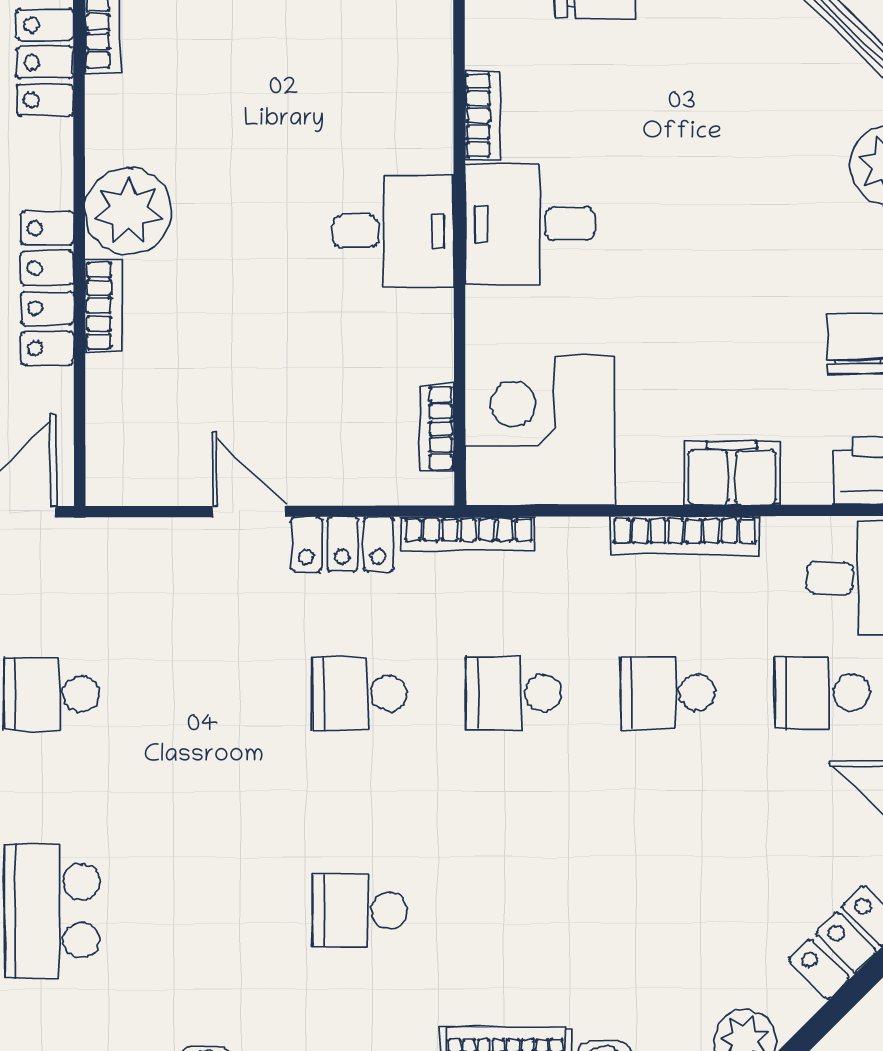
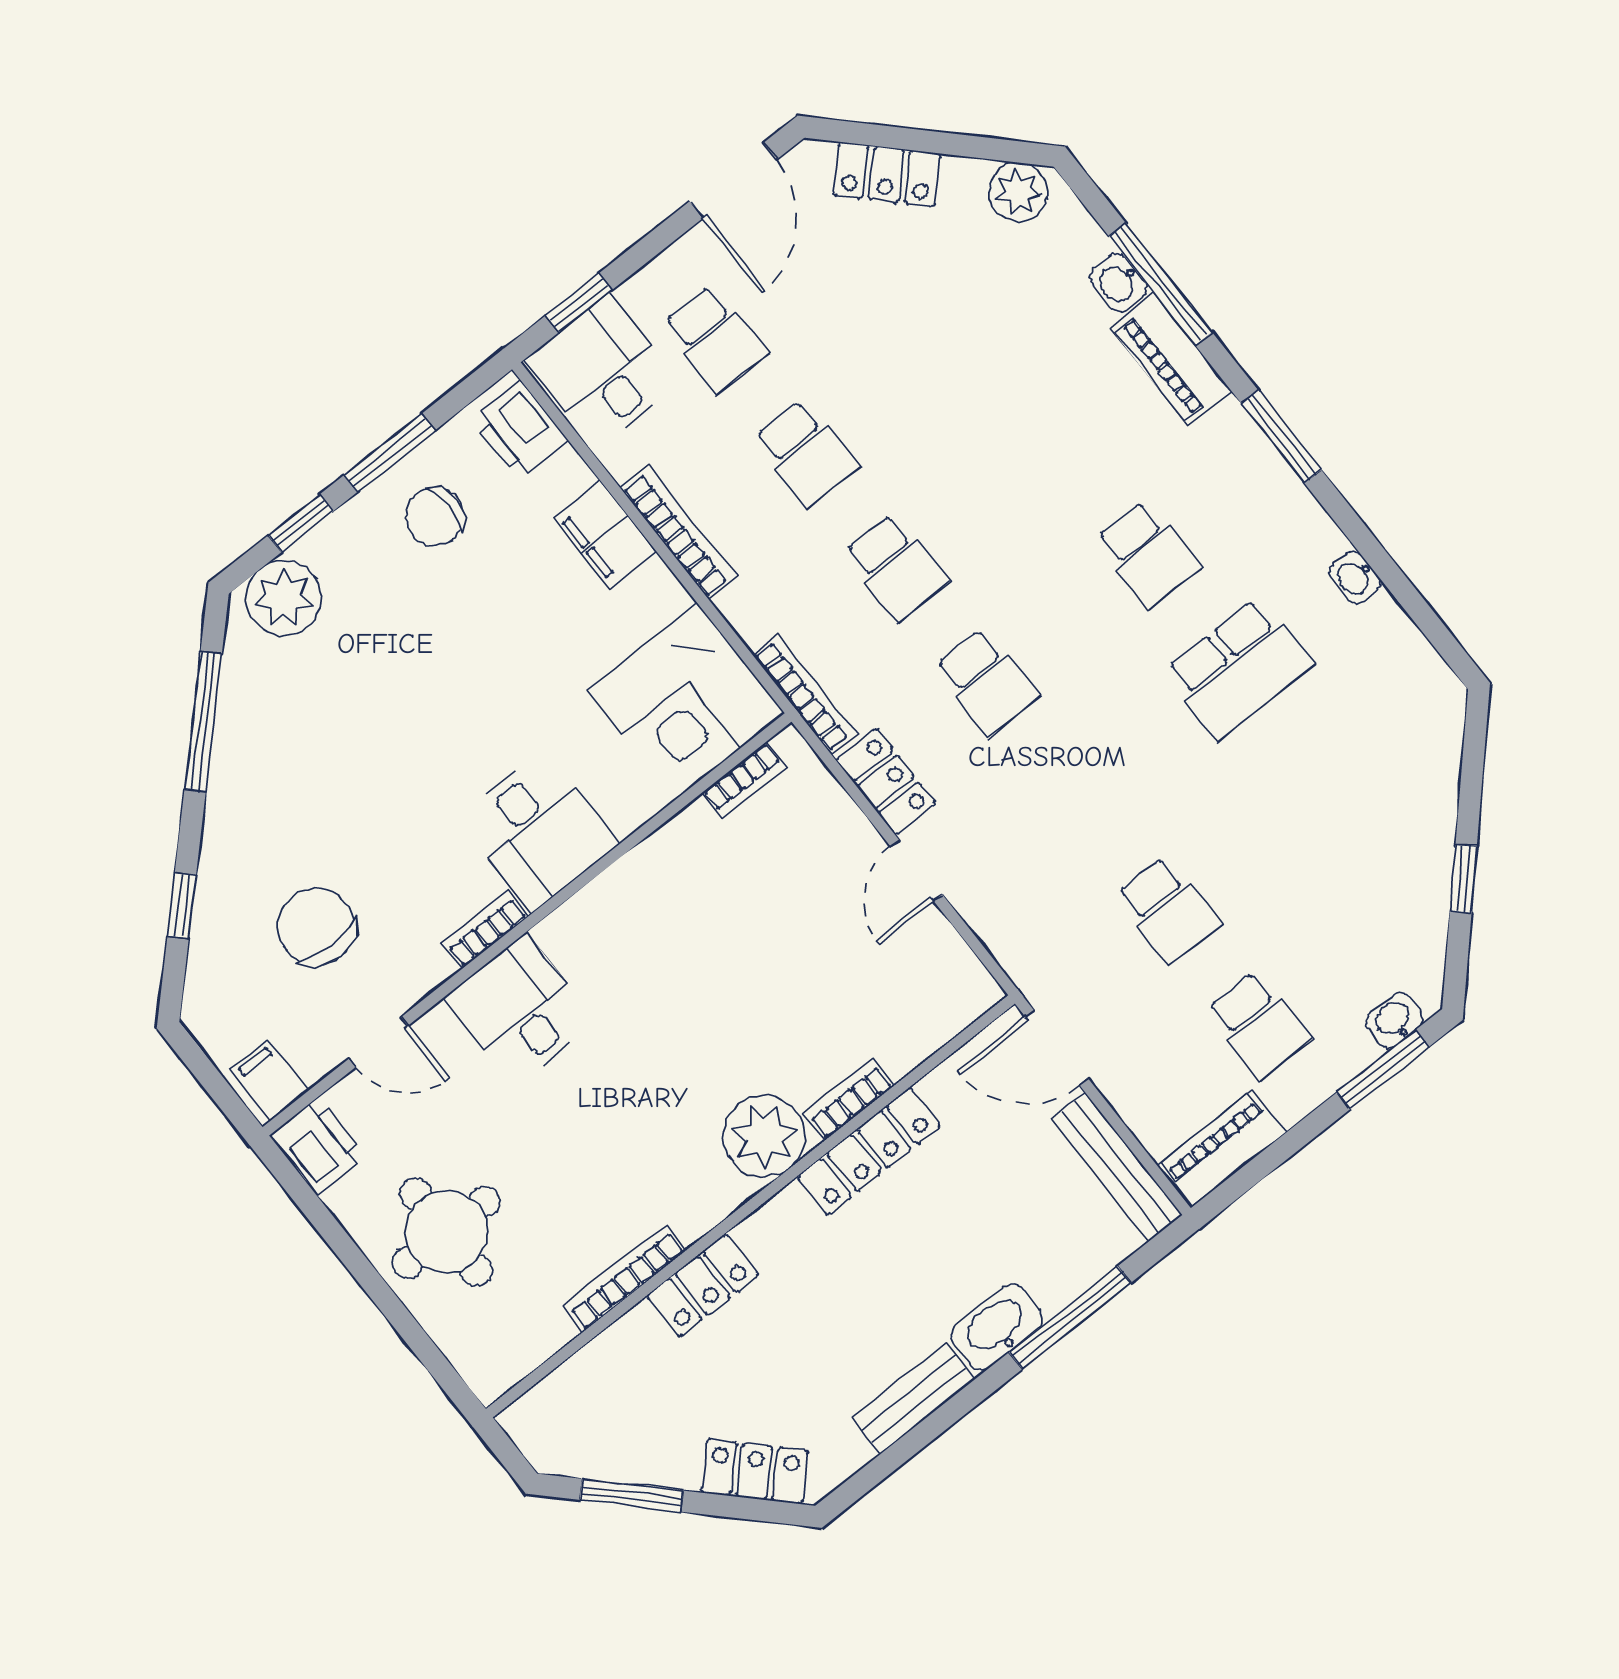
desk: (393, 231) -> (520, 1010), moved
school desk: (52, 911) -> (1238, 668), moved

